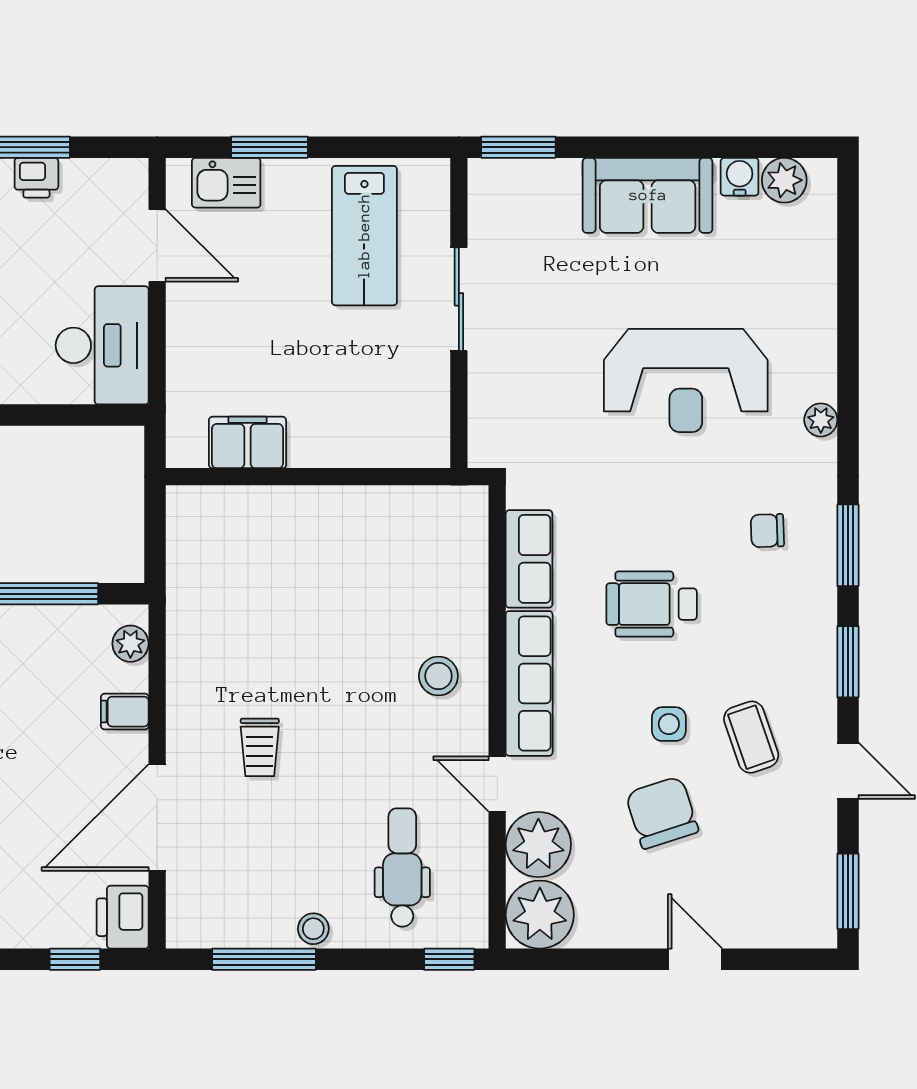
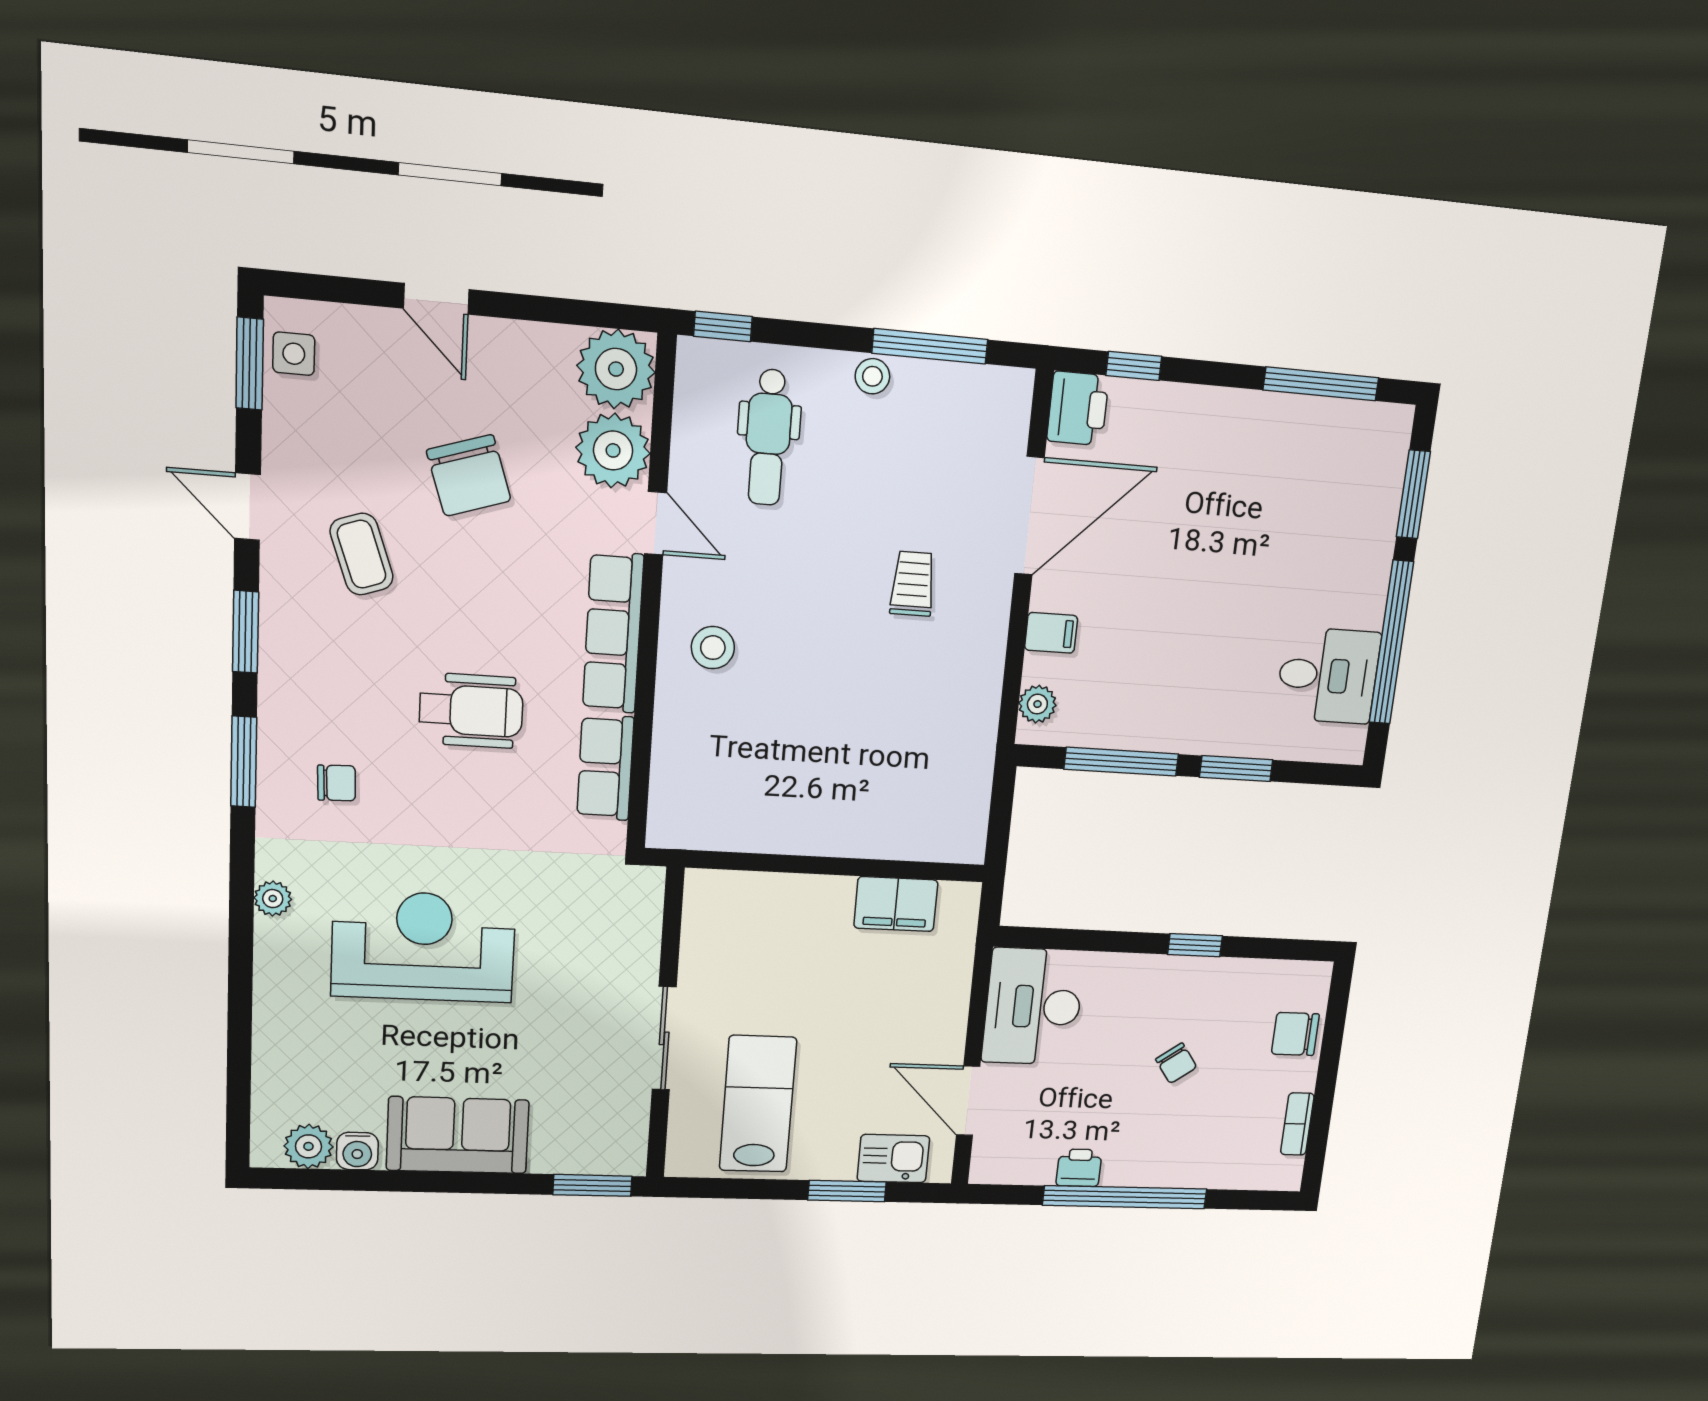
side table: (669, 724) -> (294, 354), moved

